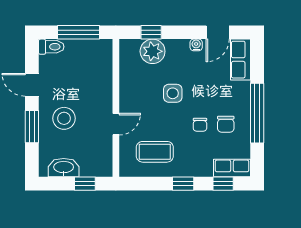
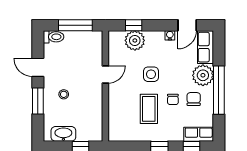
plant: (237, 95) -> (203, 75), added
stool: (64, 118) -> (64, 94), width x0.53, depth x0.53
door: (116, 124) -> (105, 74), moved
chair: (226, 124) -> (194, 99), turned 180
coffee table: (155, 152) -> (149, 109), moved, turned 90

